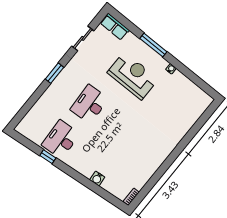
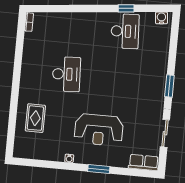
window: (153, 45) -> (99, 169), width x0.69
desk: (89, 104) -> (66, 74), moved
rug: (176, 118) -> (35, 118), added
water cooler: (97, 179) -> (161, 18), moved

